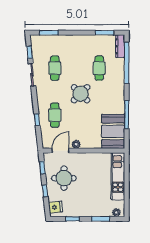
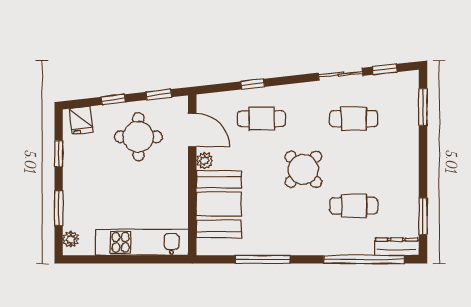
booth: (113, 131) -> (219, 204), moved, turned 90

